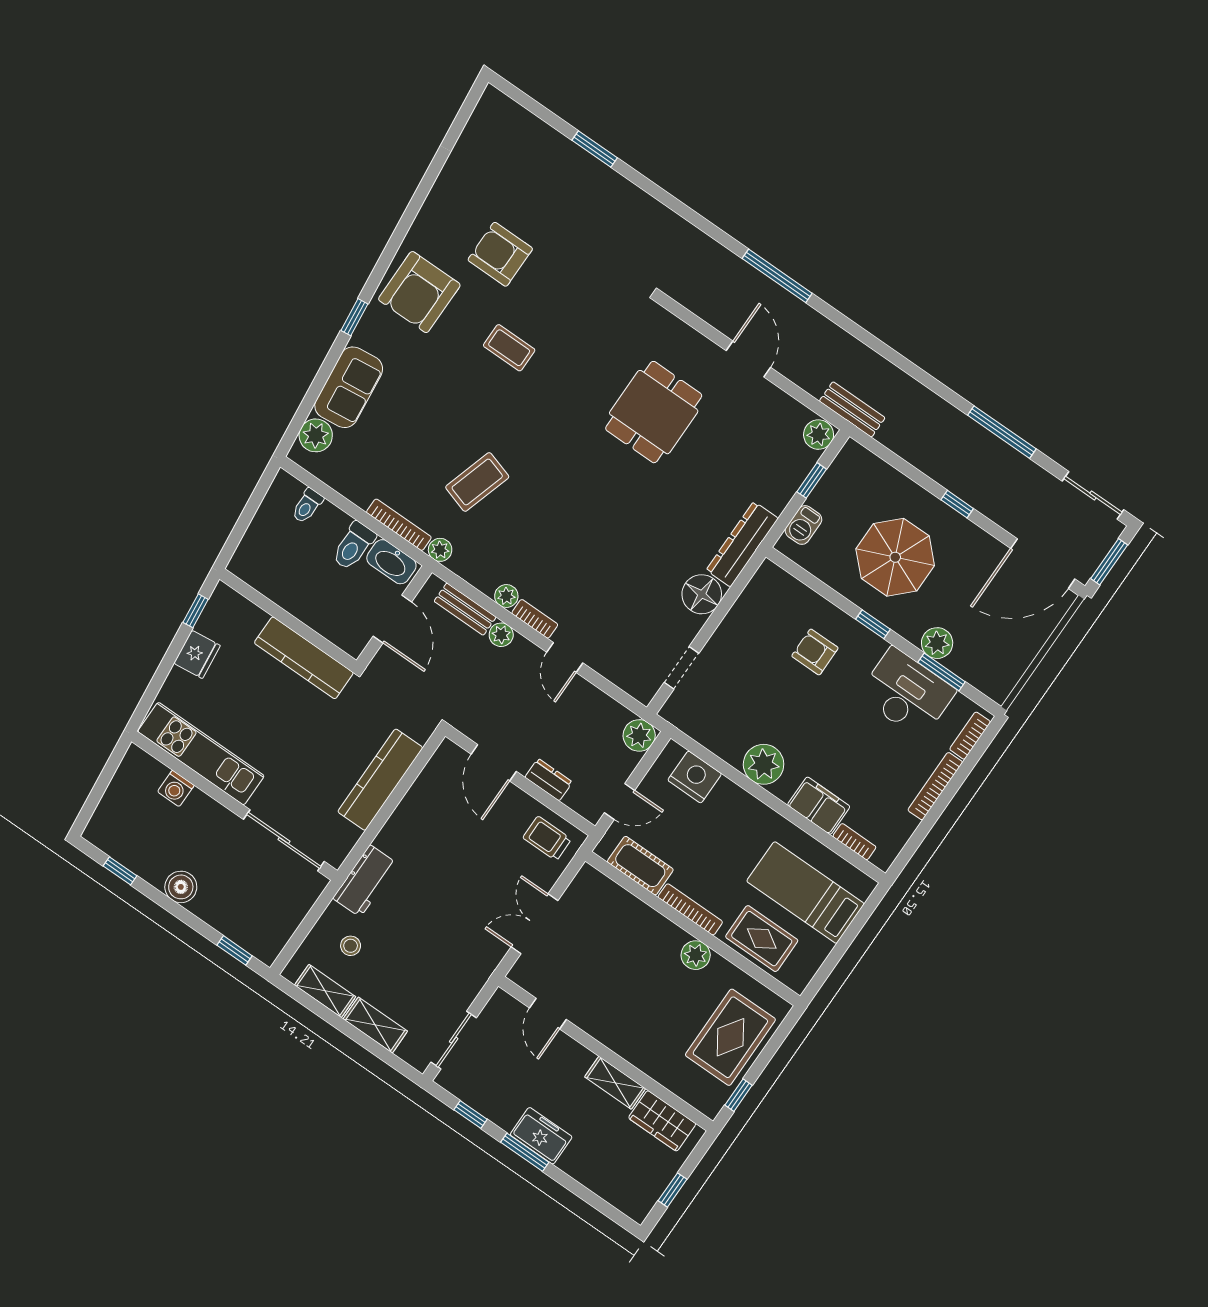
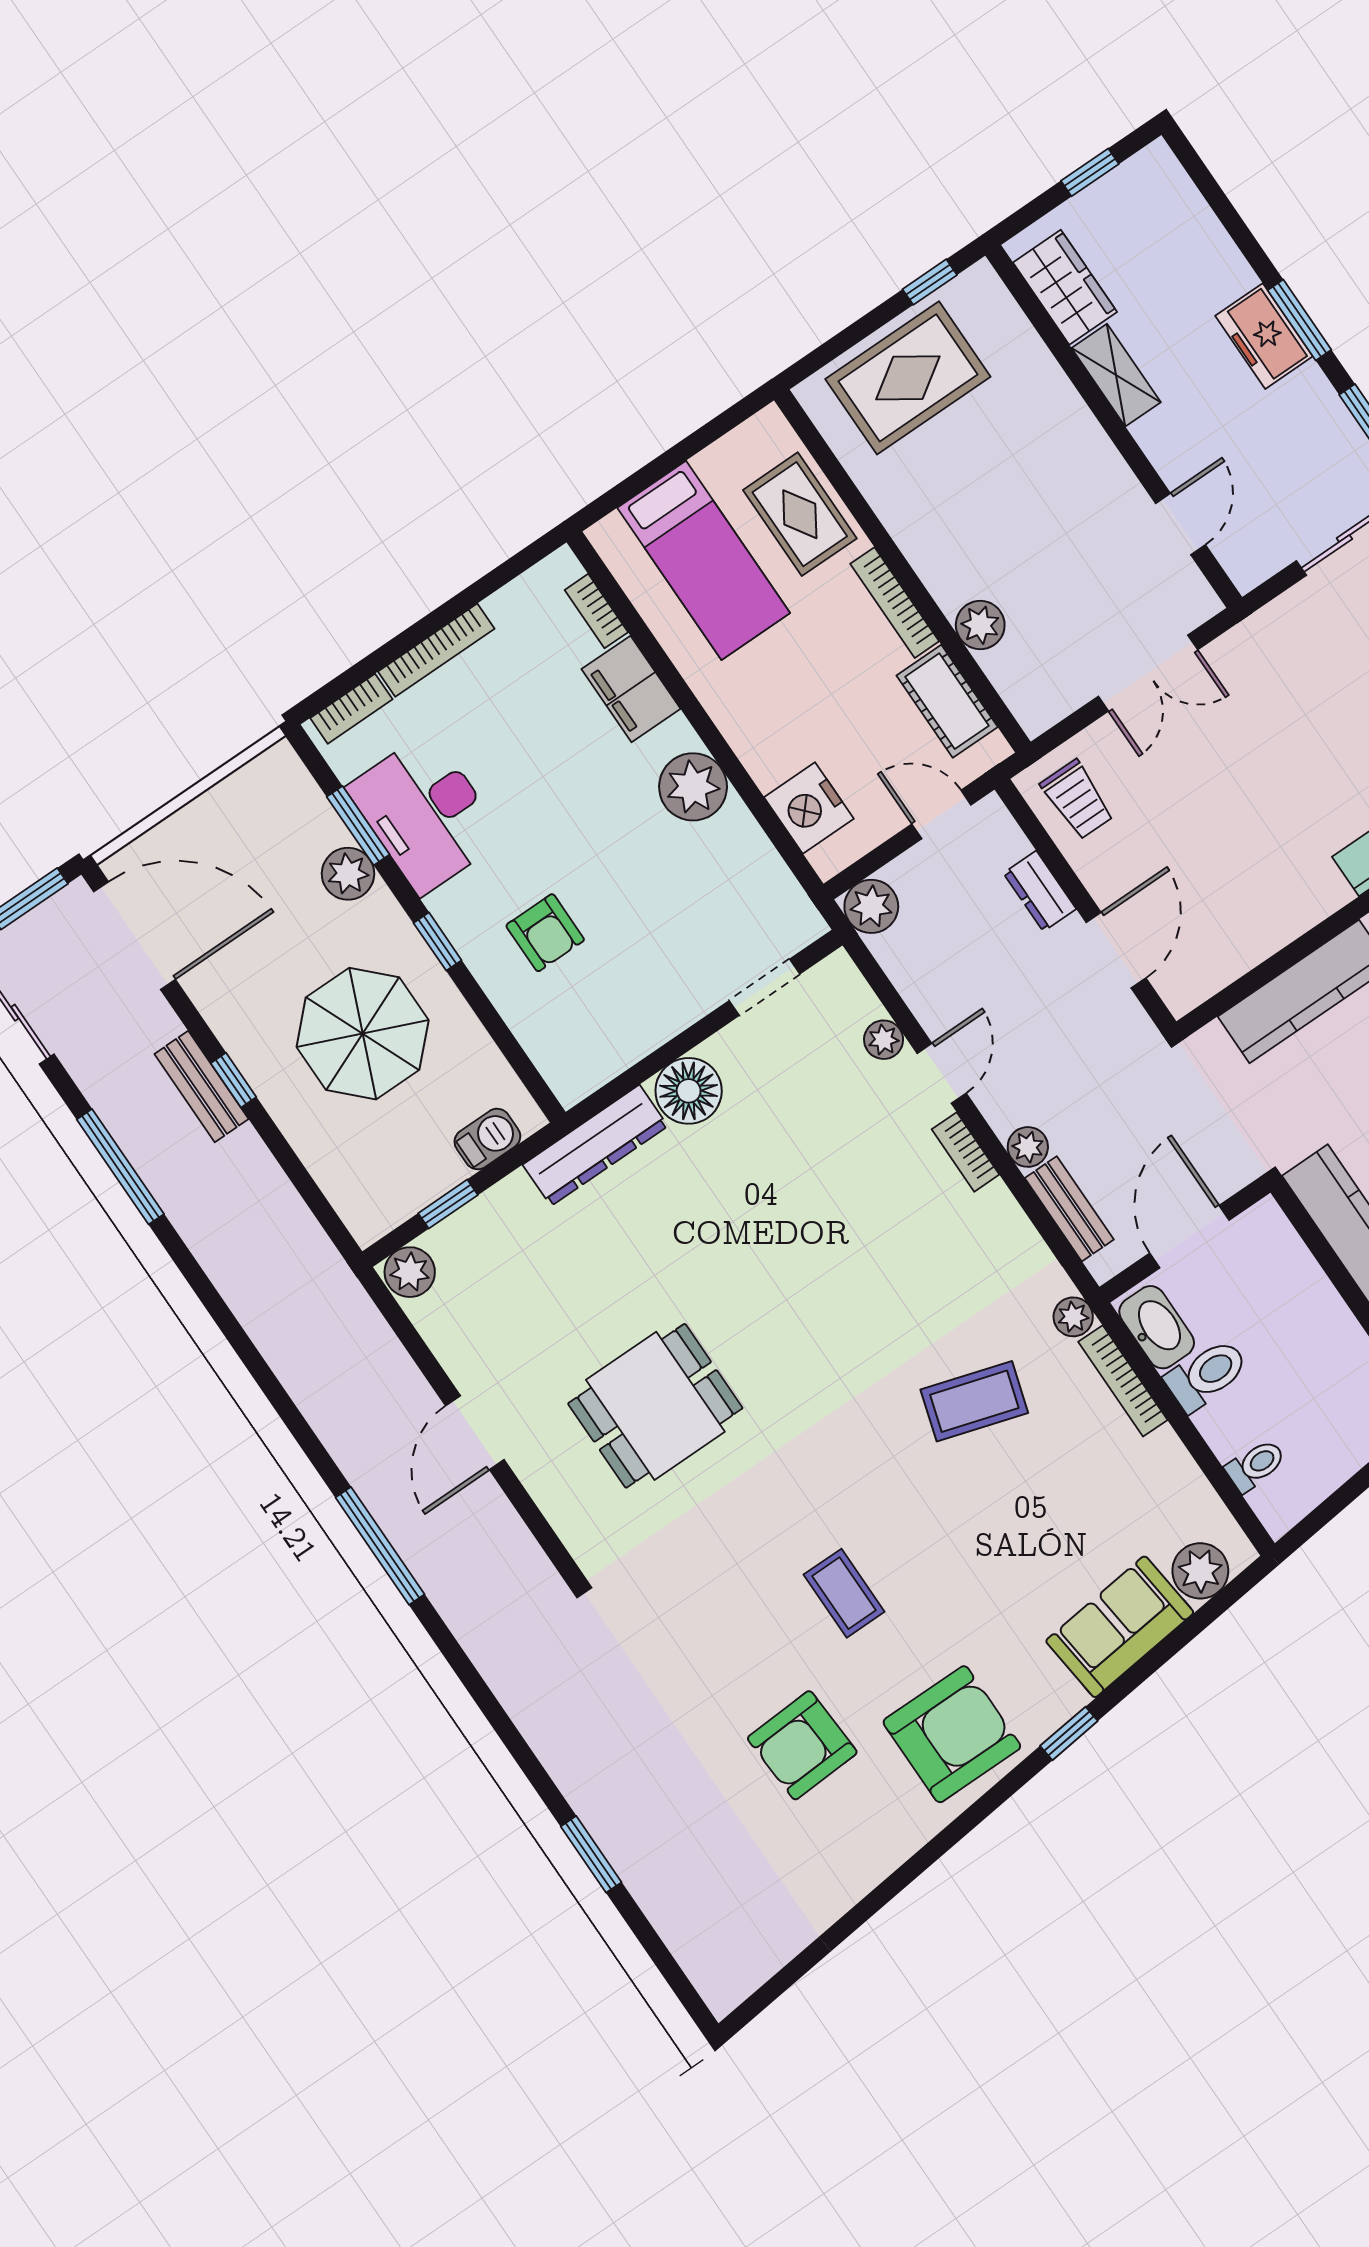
armchair: (500, 254) -> (802, 1745), turned 87
bench: (852, 409) -> (202, 1086), moved
plant: (506, 596) -> (884, 1040), moved
plant: (696, 955) -> (980, 625), moved

